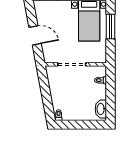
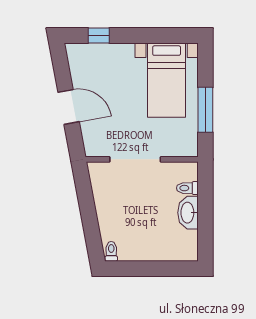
window: (110, 27) -> (205, 110), moved
washbasin: (101, 109) -> (188, 213), moved

